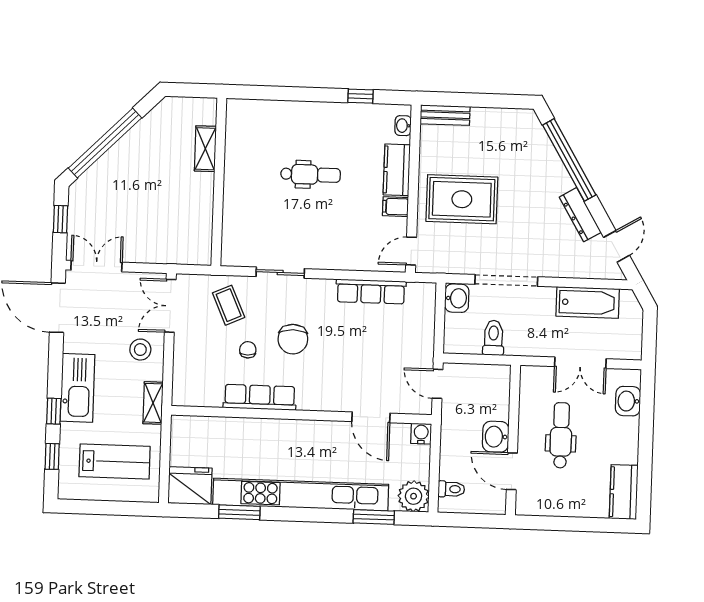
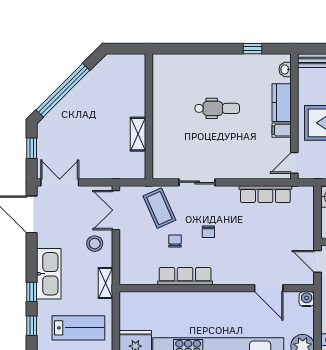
shelving: (205, 149) -> (138, 134), moved
coffee table: (229, 305) -> (159, 208), width x1.36, depth x1.30
chair: (293, 339) -> (208, 232), width x0.54, depth x0.54

